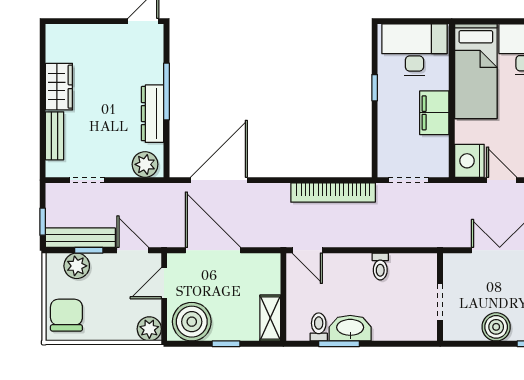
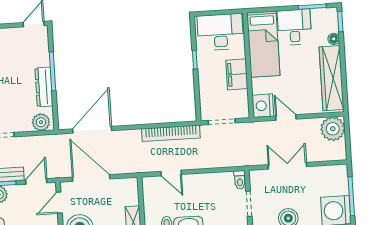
door: (133, 250) -> (36, 181), hinge flipped
door: (307, 250) -> (171, 173), moved
toilet: (380, 266) -> (240, 180), moved

